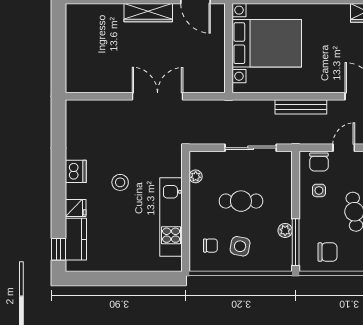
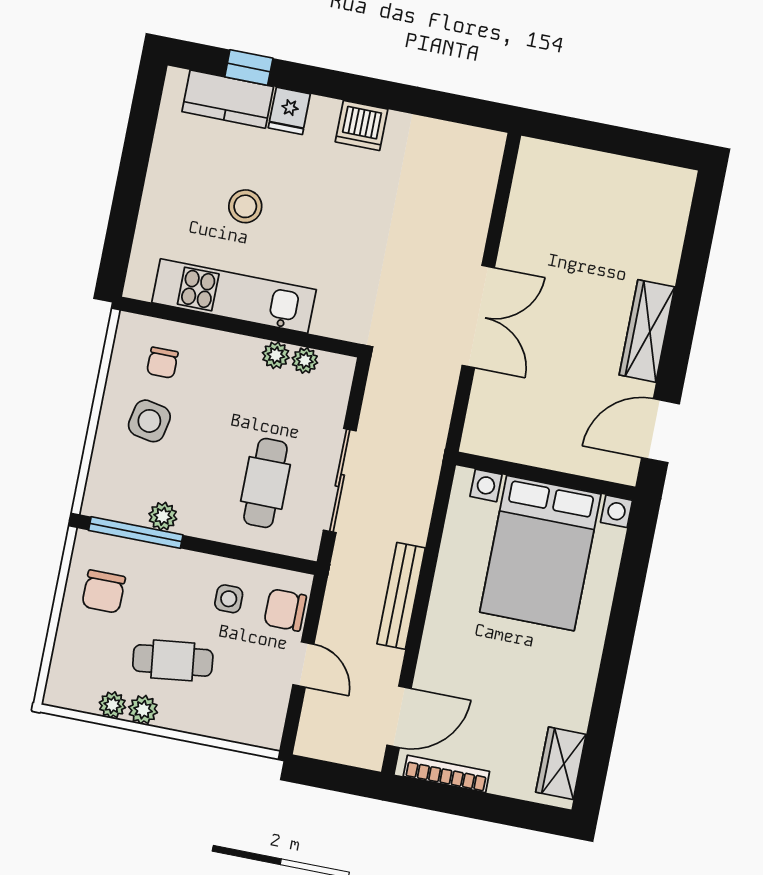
stool: (120, 182) -> (245, 206), moved
plant: (196, 191) -> (276, 355), added
cafe table: (241, 201) -> (265, 483), moved
window: (58, 249) -> (249, 67), moved

